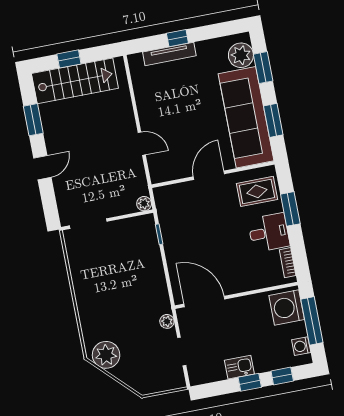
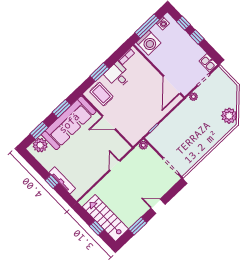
kitchen sink: (239, 367) -> (208, 63), moved

